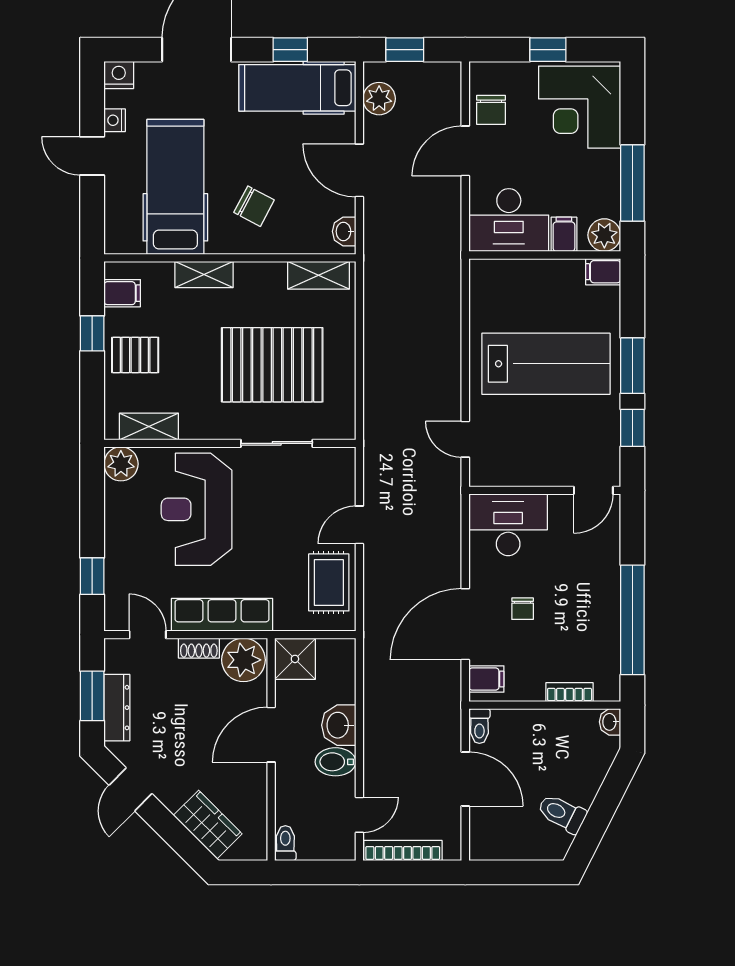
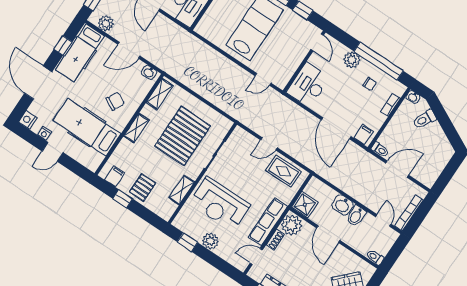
shelving: (204, 275) -> (136, 128), moved
shelving: (149, 427) -> (182, 190), moved
plant: (121, 464) -> (211, 241), moved
door: (359, 525) -> (269, 144), hinge flipped
plant: (603, 572) -> (352, 60), added
window: (92, 576) -> (187, 242), moved
chair: (523, 609) -> (370, 84), moved
toilet: (562, 813) -> (425, 119), moved

